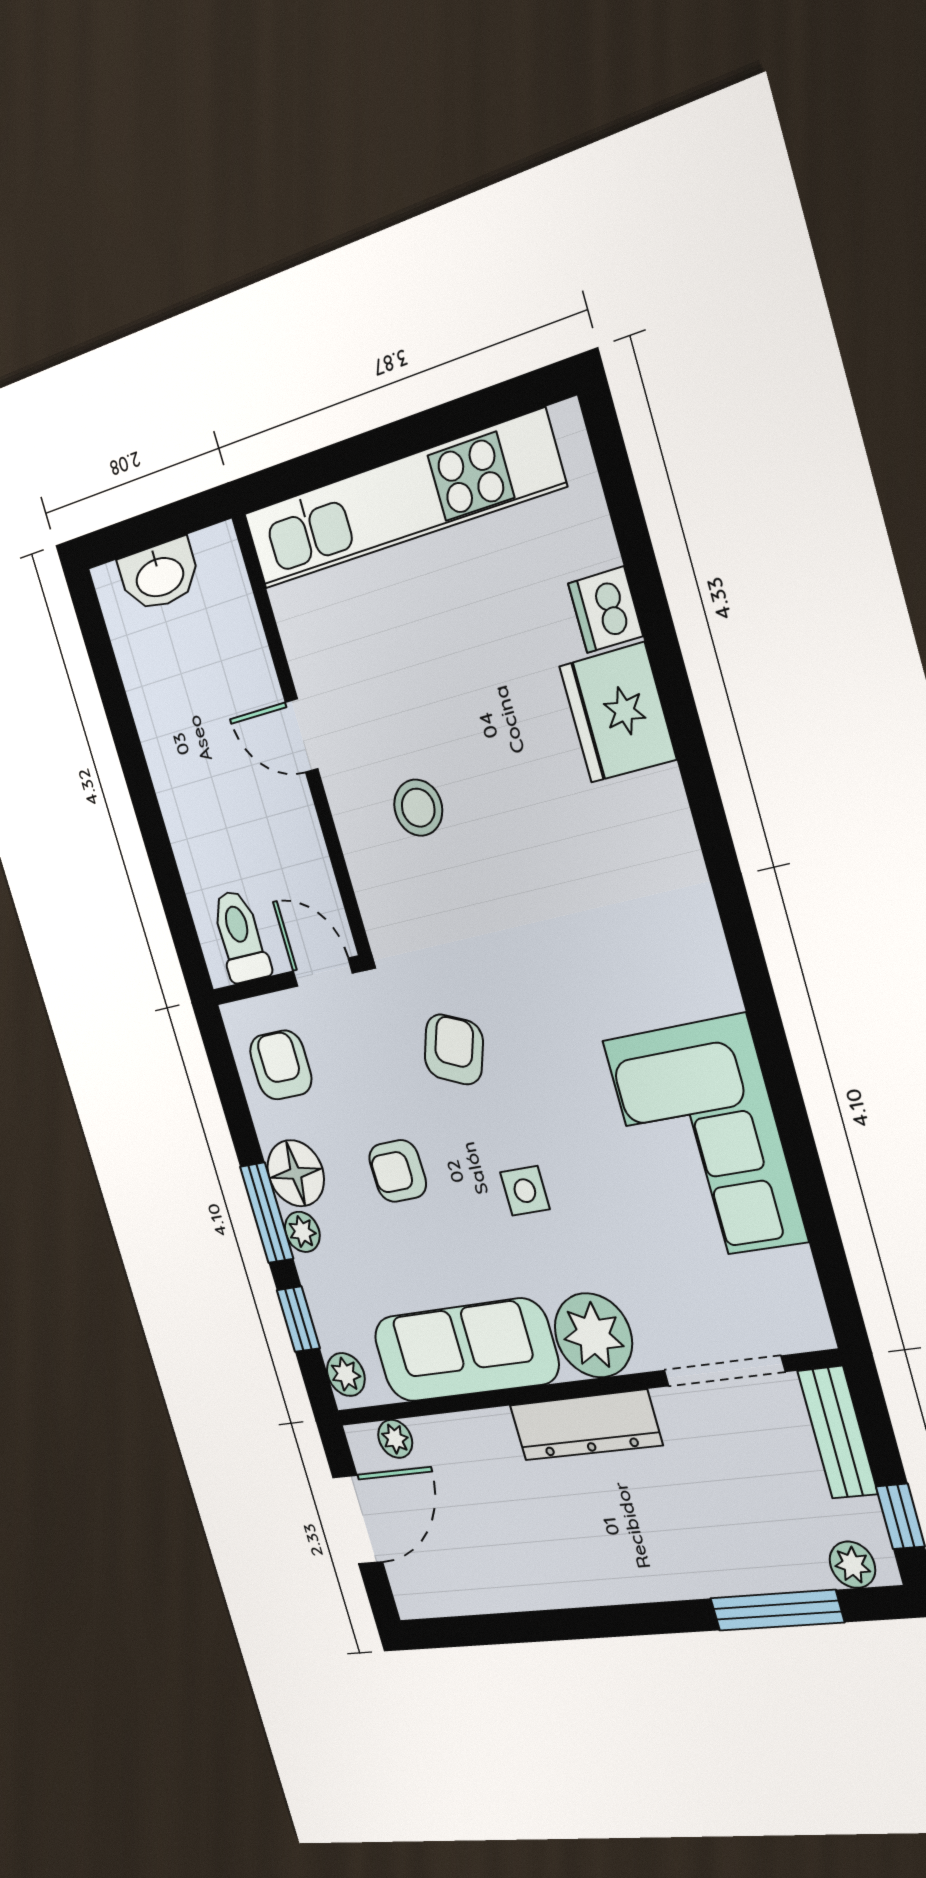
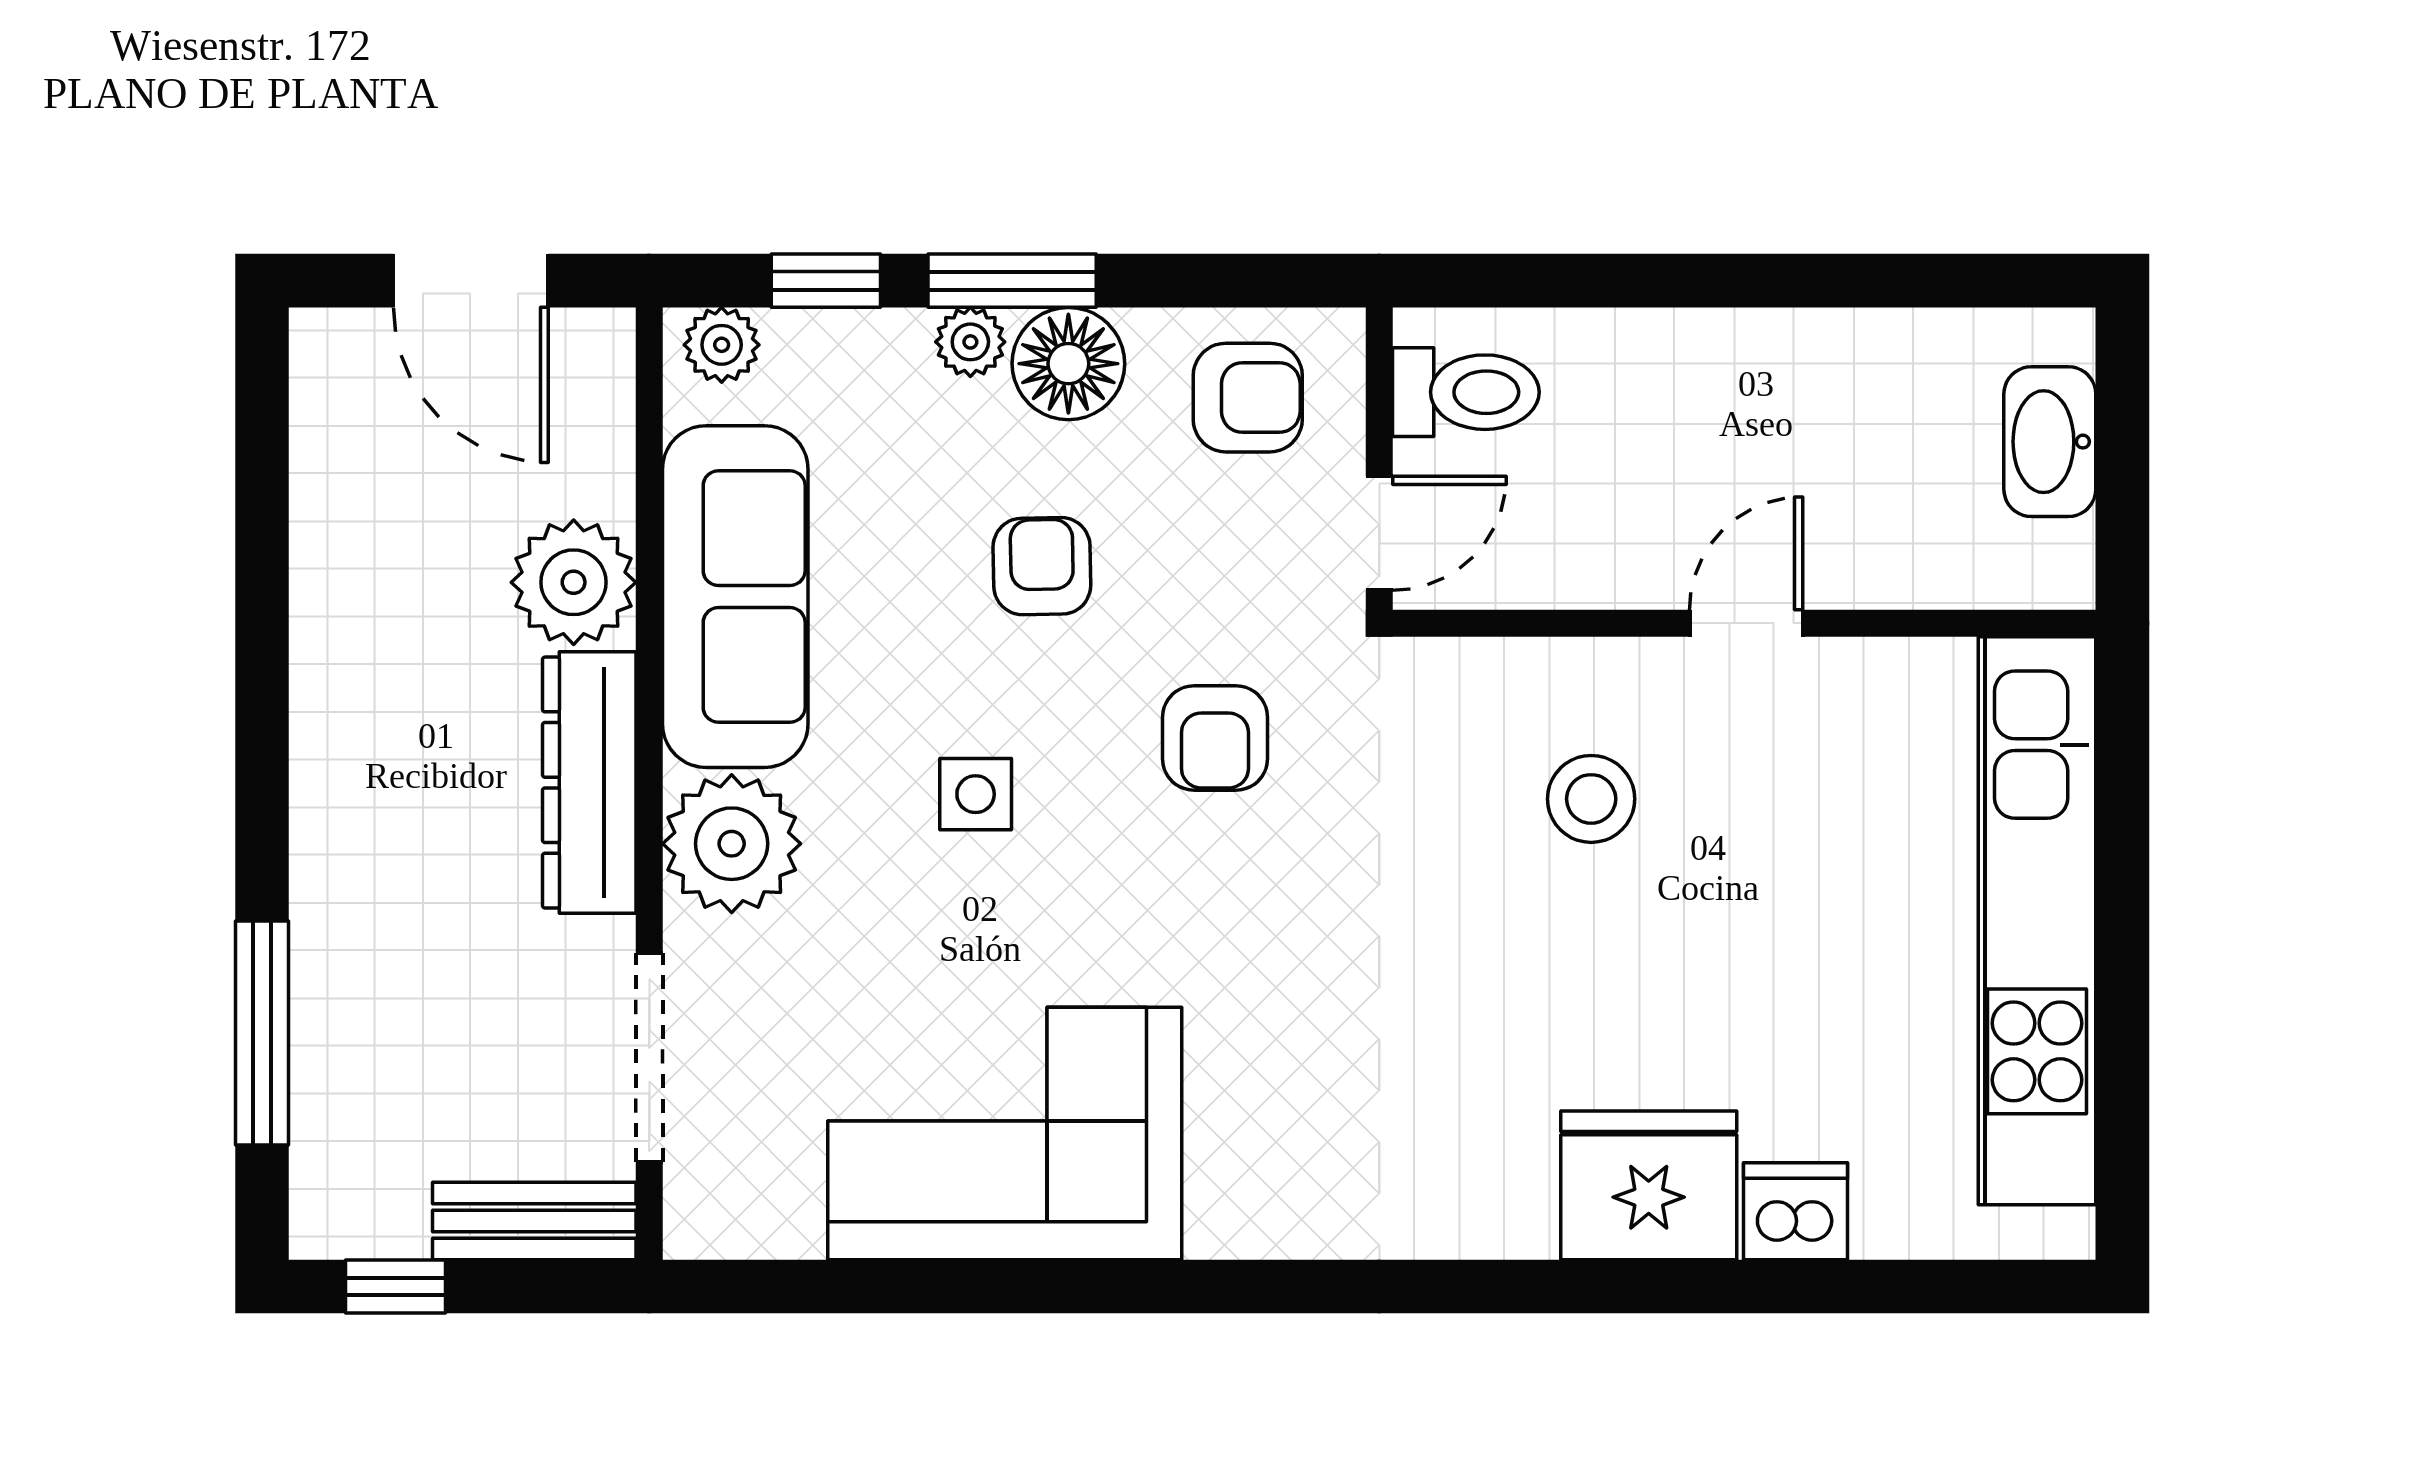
armchair: (454, 1049) -> (1215, 738), turned 68
plant: (395, 1439) -> (574, 582), moved, width x1.87, depth x1.87
plant: (852, 1565) -> (326, 1185), removed

